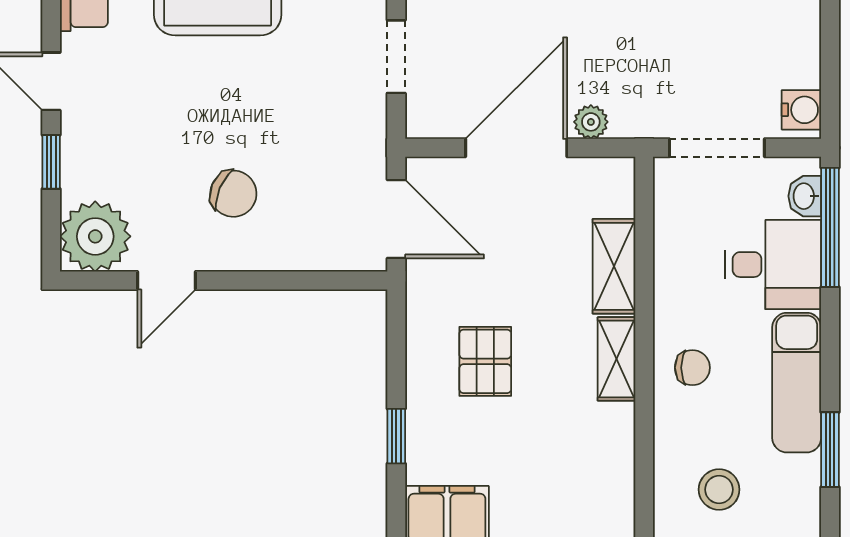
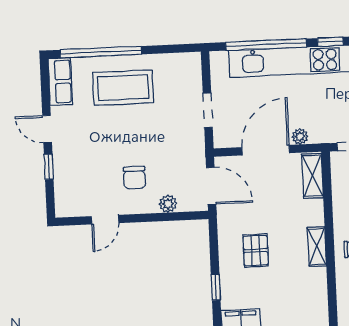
chair: (233, 194) -> (134, 178), turned 67
plant: (95, 236) -> (168, 204), moved, width x0.53, depth x0.53
shelving: (614, 266) -> (312, 176), moved

